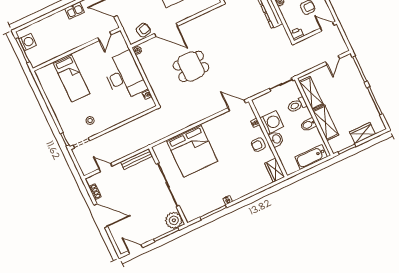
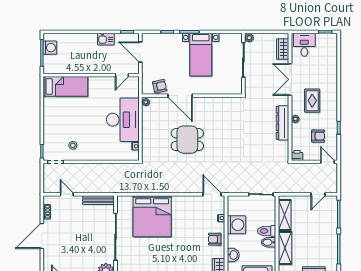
bed: (71, 78) -> (65, 86), moved, turned -90
toilet: (297, 105) -> (267, 231), moved
washbasin: (276, 139) -> (233, 255), moved
door: (101, 216) -> (42, 236), swing flipped

